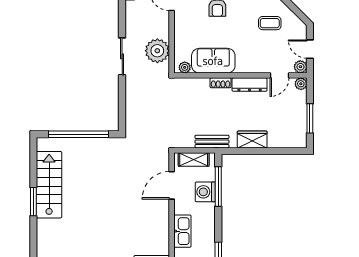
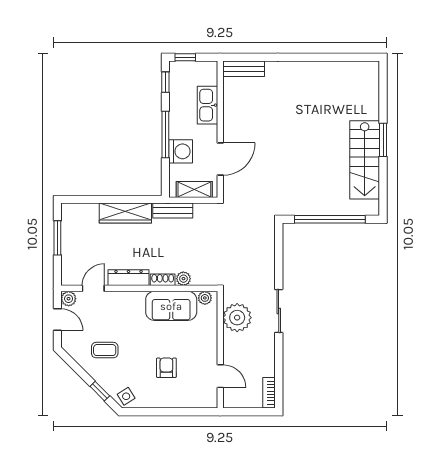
plant: (301, 84) -> (183, 279), moved
wardrobe: (252, 139) -> (125, 213), width x1.50
window: (218, 187) -> (165, 134), moved

